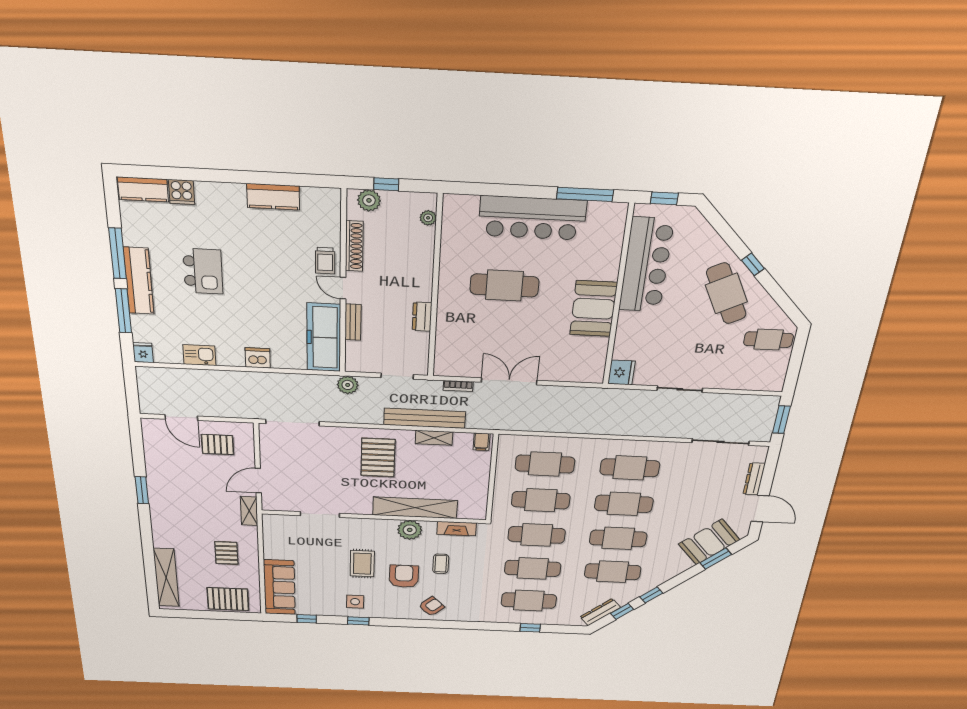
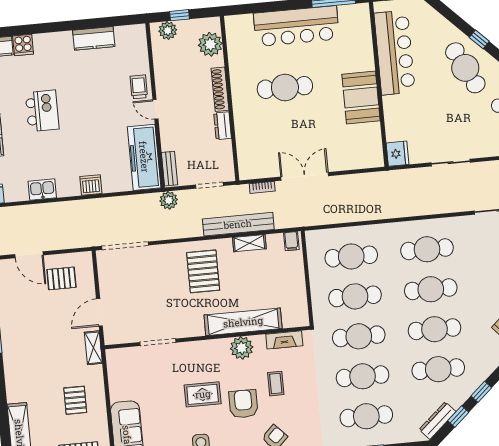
plant: (428, 218) -> (210, 44), width x1.88, depth x1.88
shoe rack: (354, 246) -> (220, 89), moved, turned 180
trolley: (325, 261) -> (139, 87), turned 180
bench: (353, 322) -> (169, 169), moved
rug: (362, 564) -> (203, 394), turned 90

